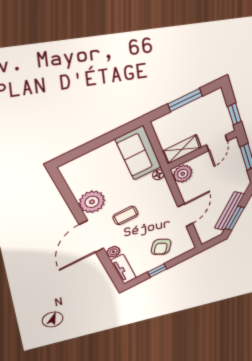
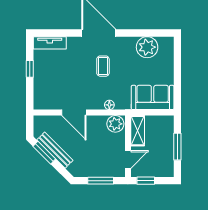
door: (217, 143) -> (128, 160), swing flipped
floor lamp: (158, 175) -> (109, 105), moved
plant: (92, 202) -> (147, 47), moved
armchair: (161, 247) -> (54, 81), removed
plant: (113, 252) -> (73, 43), removed

